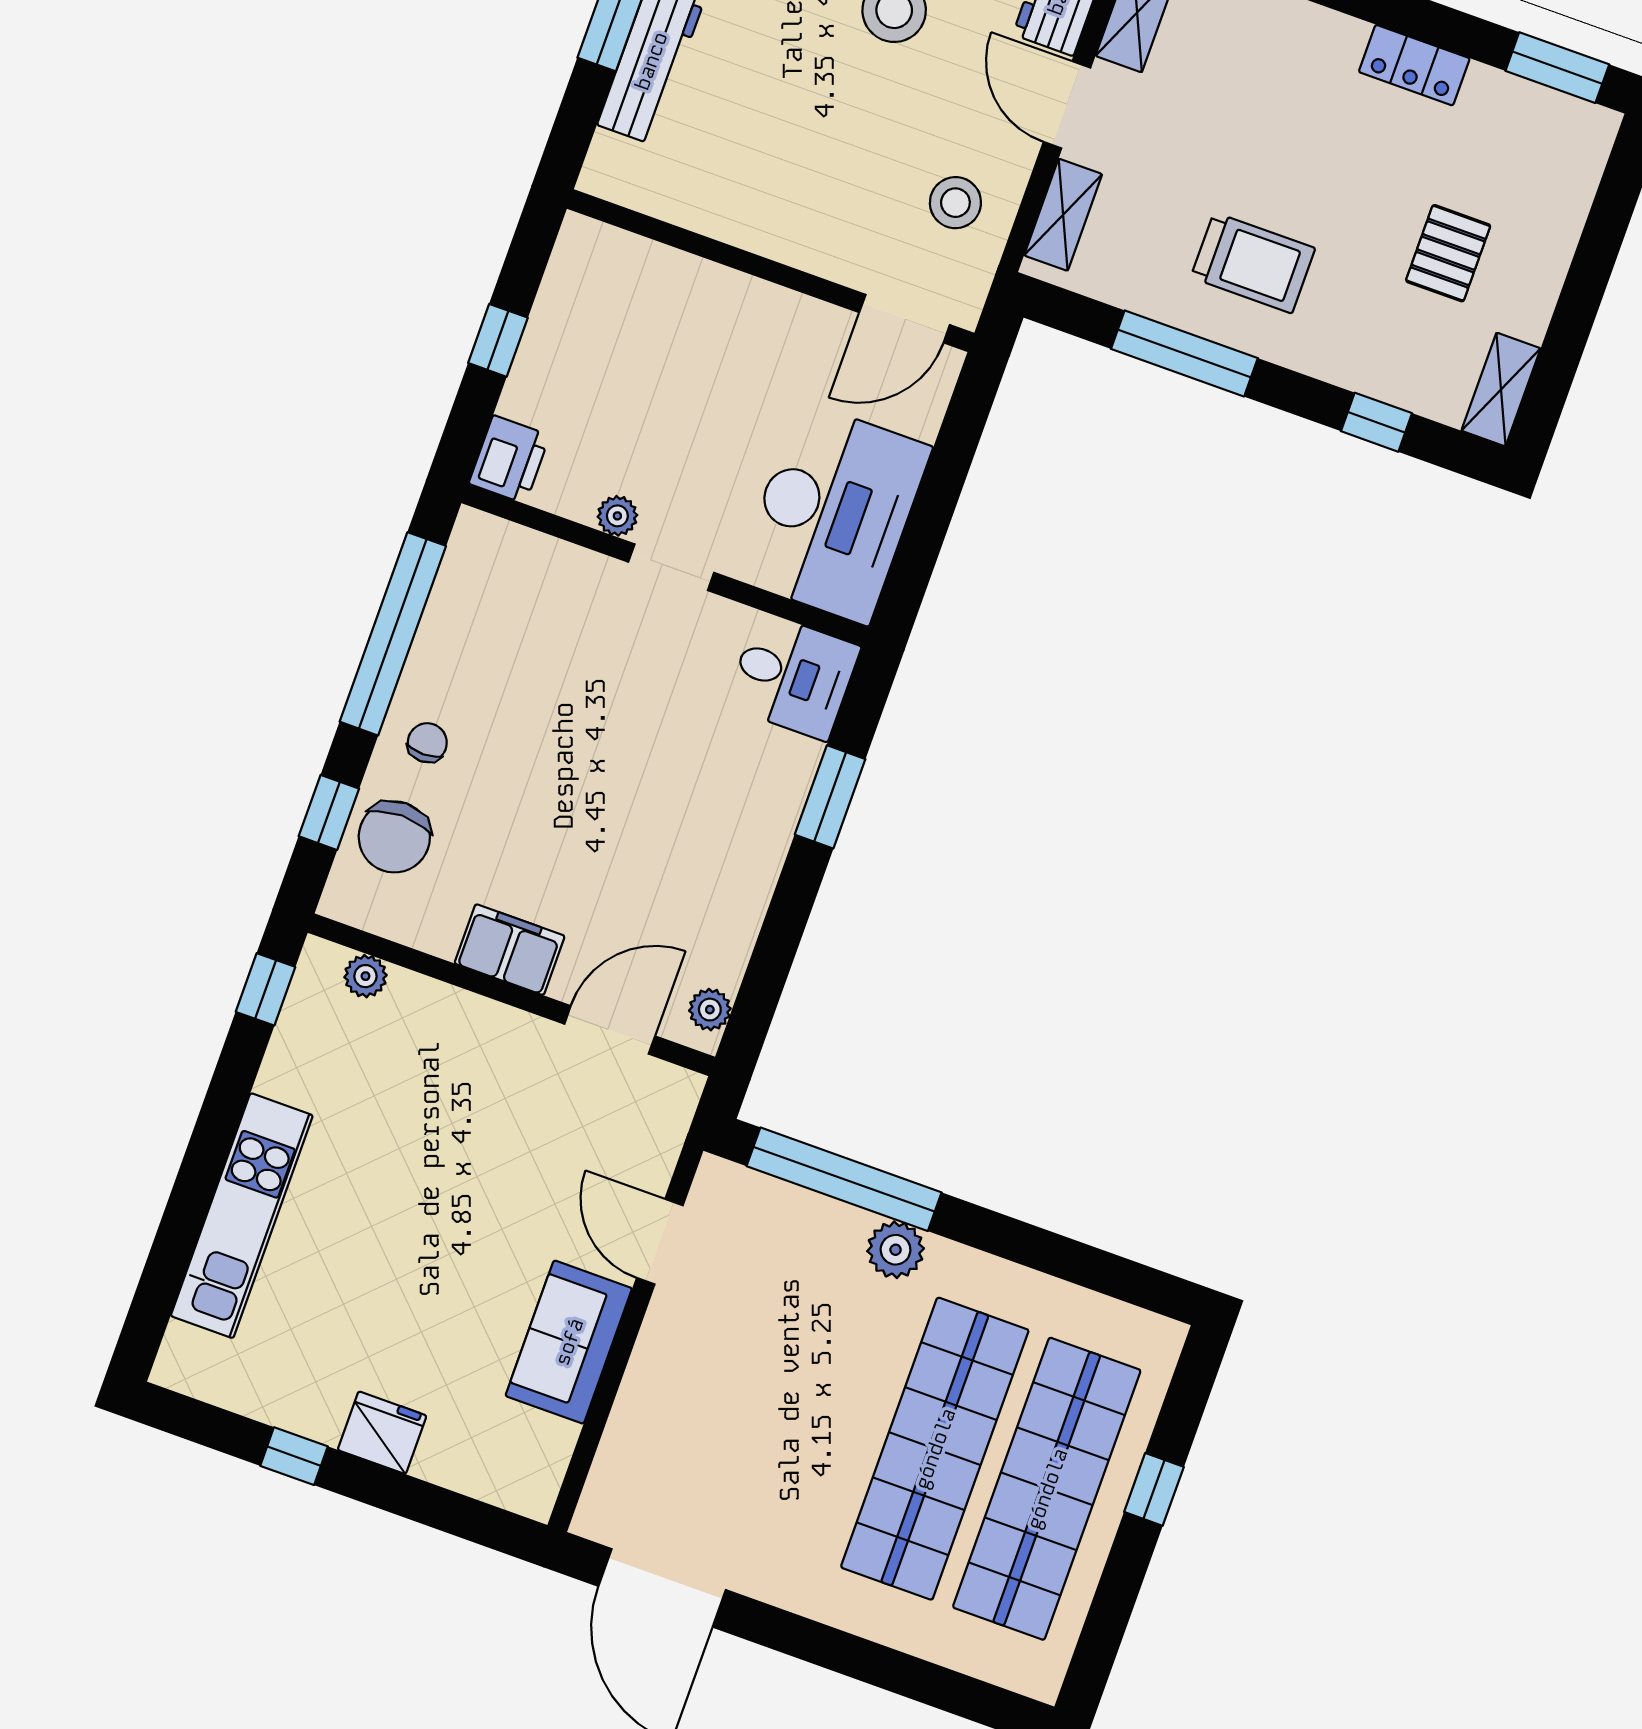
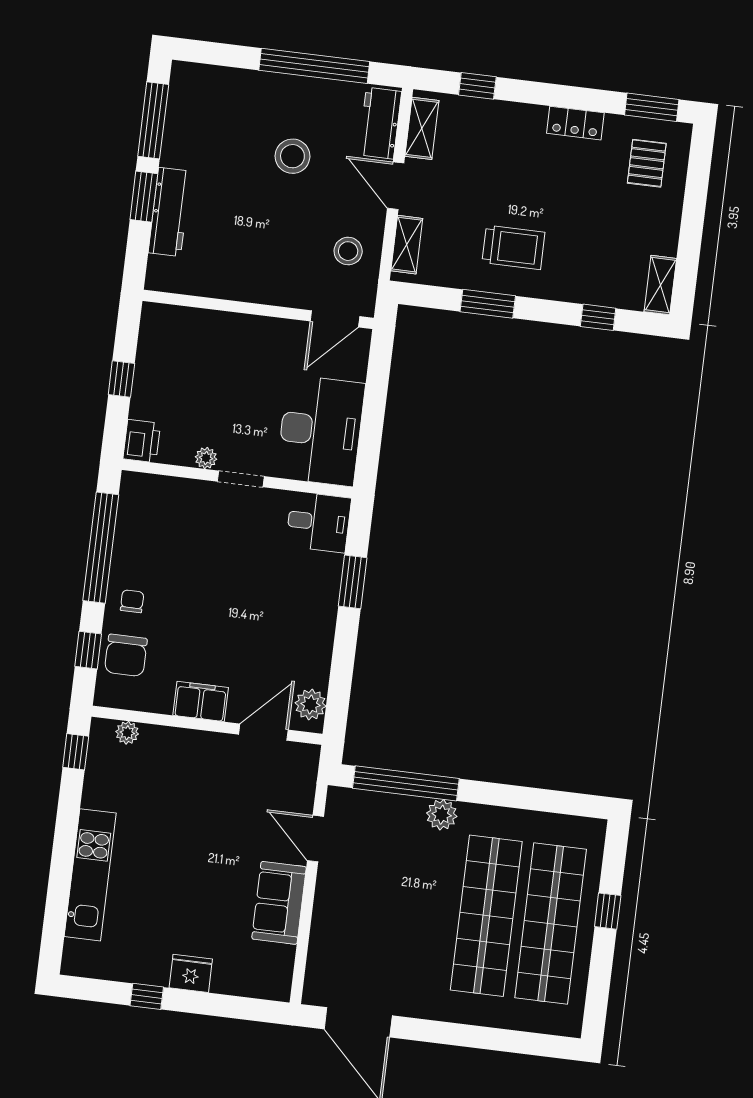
pallet: (1448, 253) -> (647, 163), moved
window: (1184, 353) -> (488, 304), width x0.69
plant: (710, 1010) -> (311, 705), width x1.38, depth x1.38

